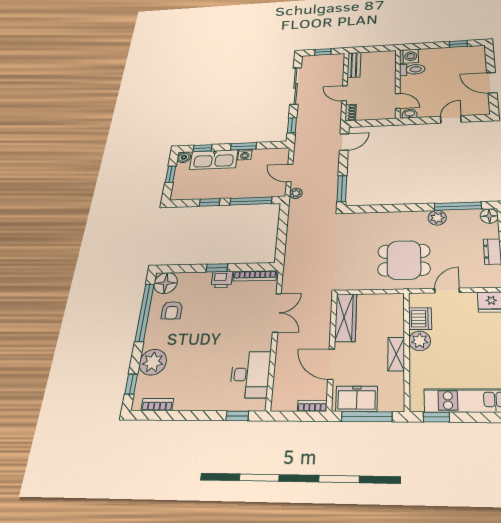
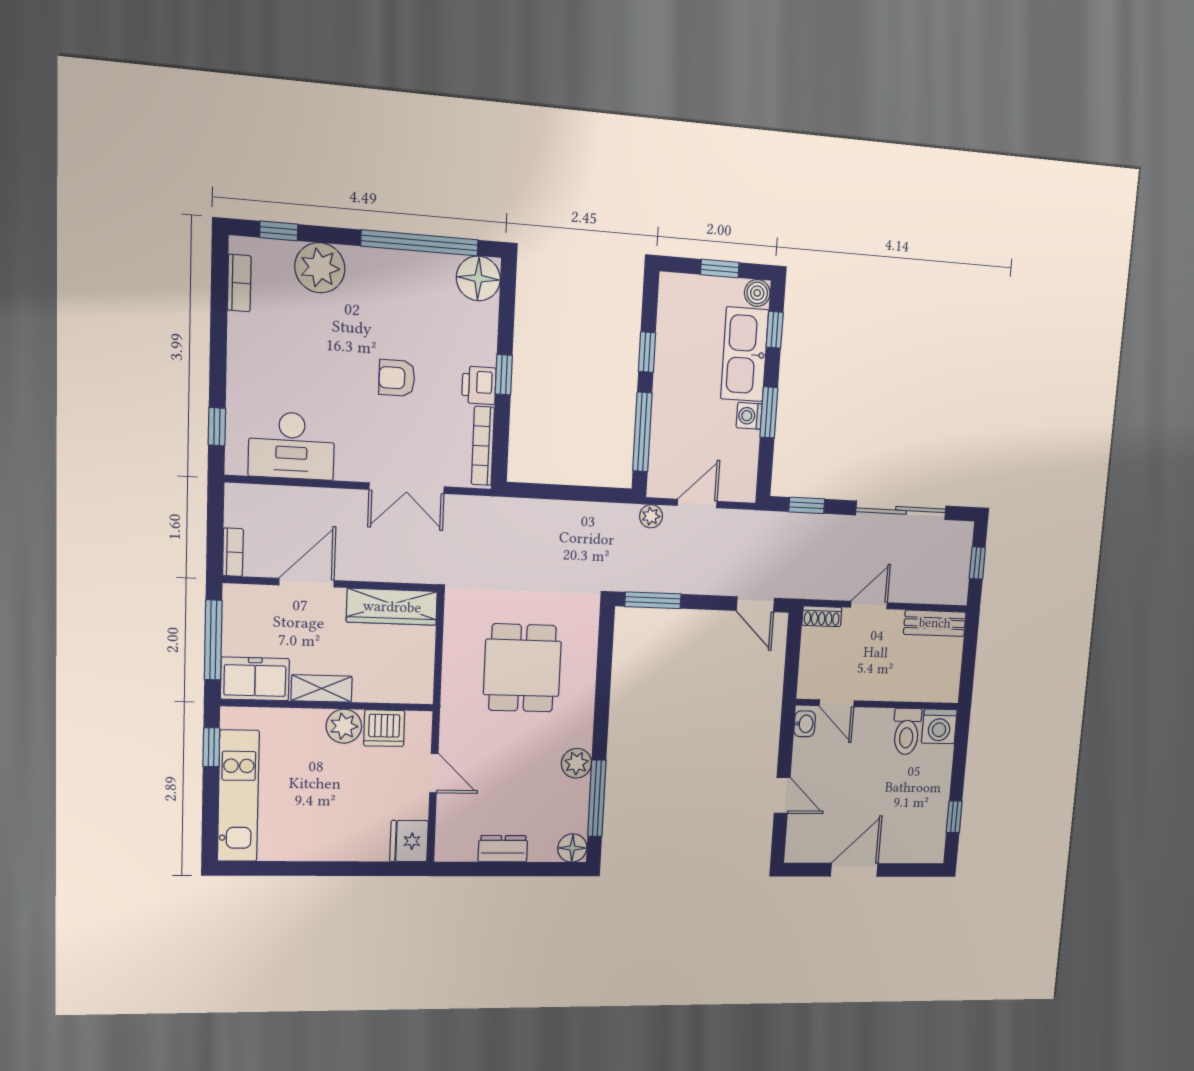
door: (398, 101) -> (837, 703), hinge flipped
dining table: (404, 260) -> (522, 668), moved
armchair: (172, 310) -> (397, 378), moved
freezer: (357, 399) -> (255, 679), moved, turned -90

